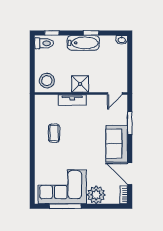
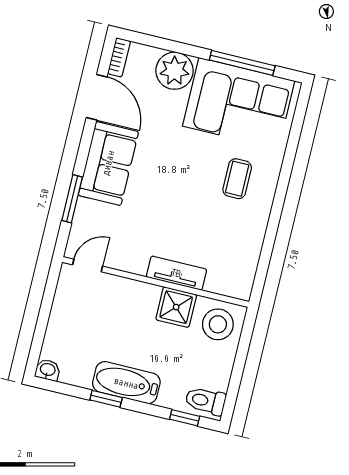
shower: (80, 84) -> (176, 307), moved
coffee table: (54, 133) -> (237, 179), moved

